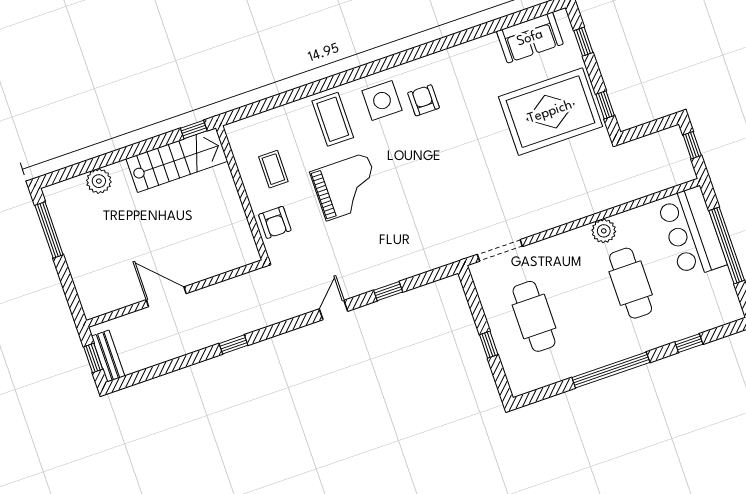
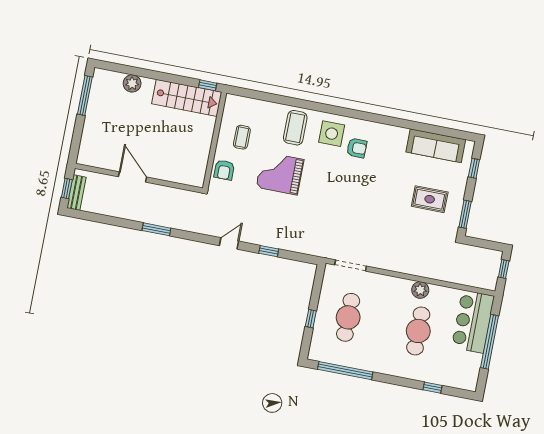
sofa: (530, 38) -> (436, 146), width x1.36
armchair: (424, 100) -> (357, 148), turned 90
window: (605, 105) -> (465, 214), width x1.50
rug: (550, 112) -> (430, 199), width x0.54, depth x0.49
grand piano: (346, 187) -> (280, 173), turned 180
window: (233, 344) -> (156, 229), width x1.50
window: (611, 370) -> (345, 371), moved

